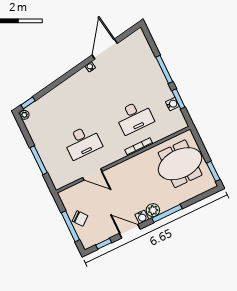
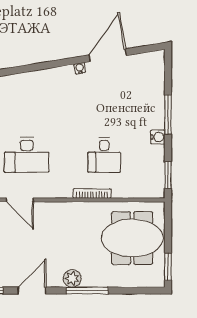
window: (178, 99) -> (168, 175), moved
water cooler: (172, 104) -> (158, 137), moved
desk: (134, 117) -> (104, 155), width x0.73
water cooler: (142, 217) -> (55, 280), removed
door: (130, 231) -> (32, 291), hinge flipped

